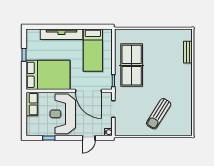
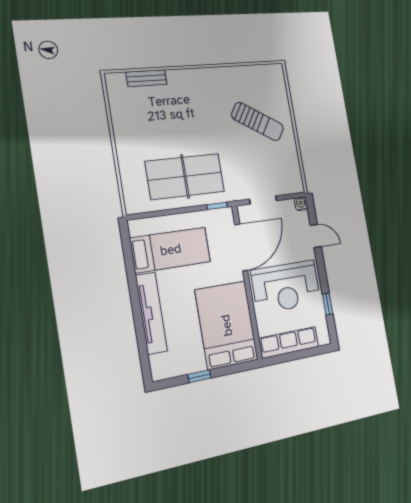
row of seats: (32, 104) -> (289, 342), width x1.48

